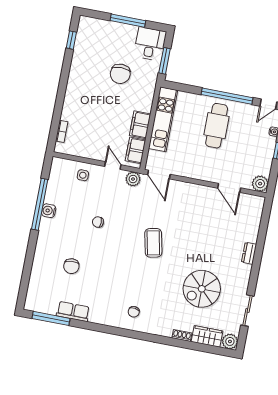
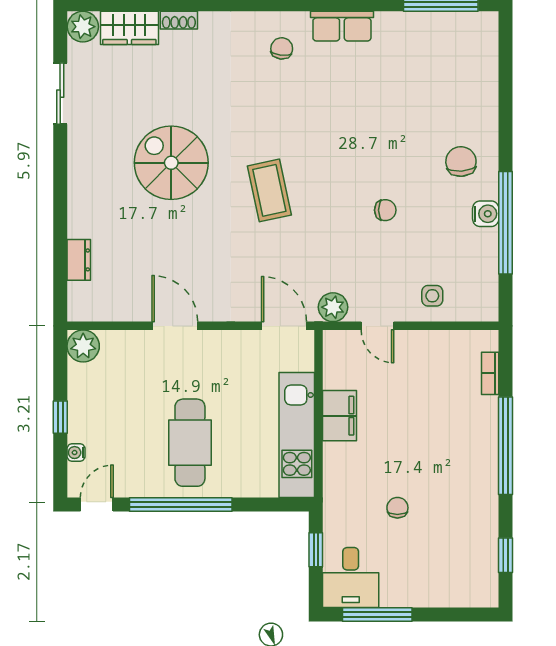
window: (128, 21) -> (377, 614), moved
window: (165, 61) -> (316, 550), width x0.67
chair: (120, 74) -> (397, 508), width x0.54, depth x0.54
window: (61, 94) -> (506, 446), added
filing cabinet: (135, 150) -> (339, 364), removed
door: (229, 188) -> (175, 326), moved
dresser: (249, 253) -> (79, 260), moved
chair: (71, 266) -> (461, 162), moved
spiral stairs: (202, 289) -> (171, 163), moved, turned -90
row of seats: (73, 311) -> (342, 26), moved

